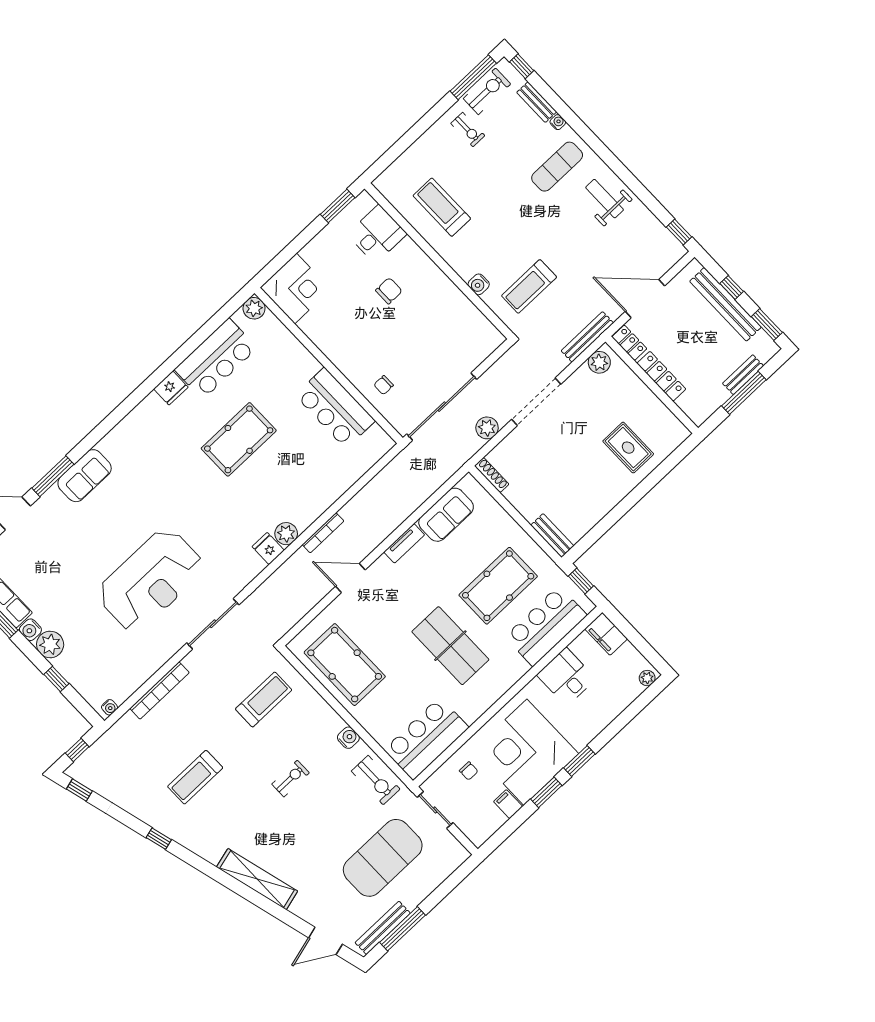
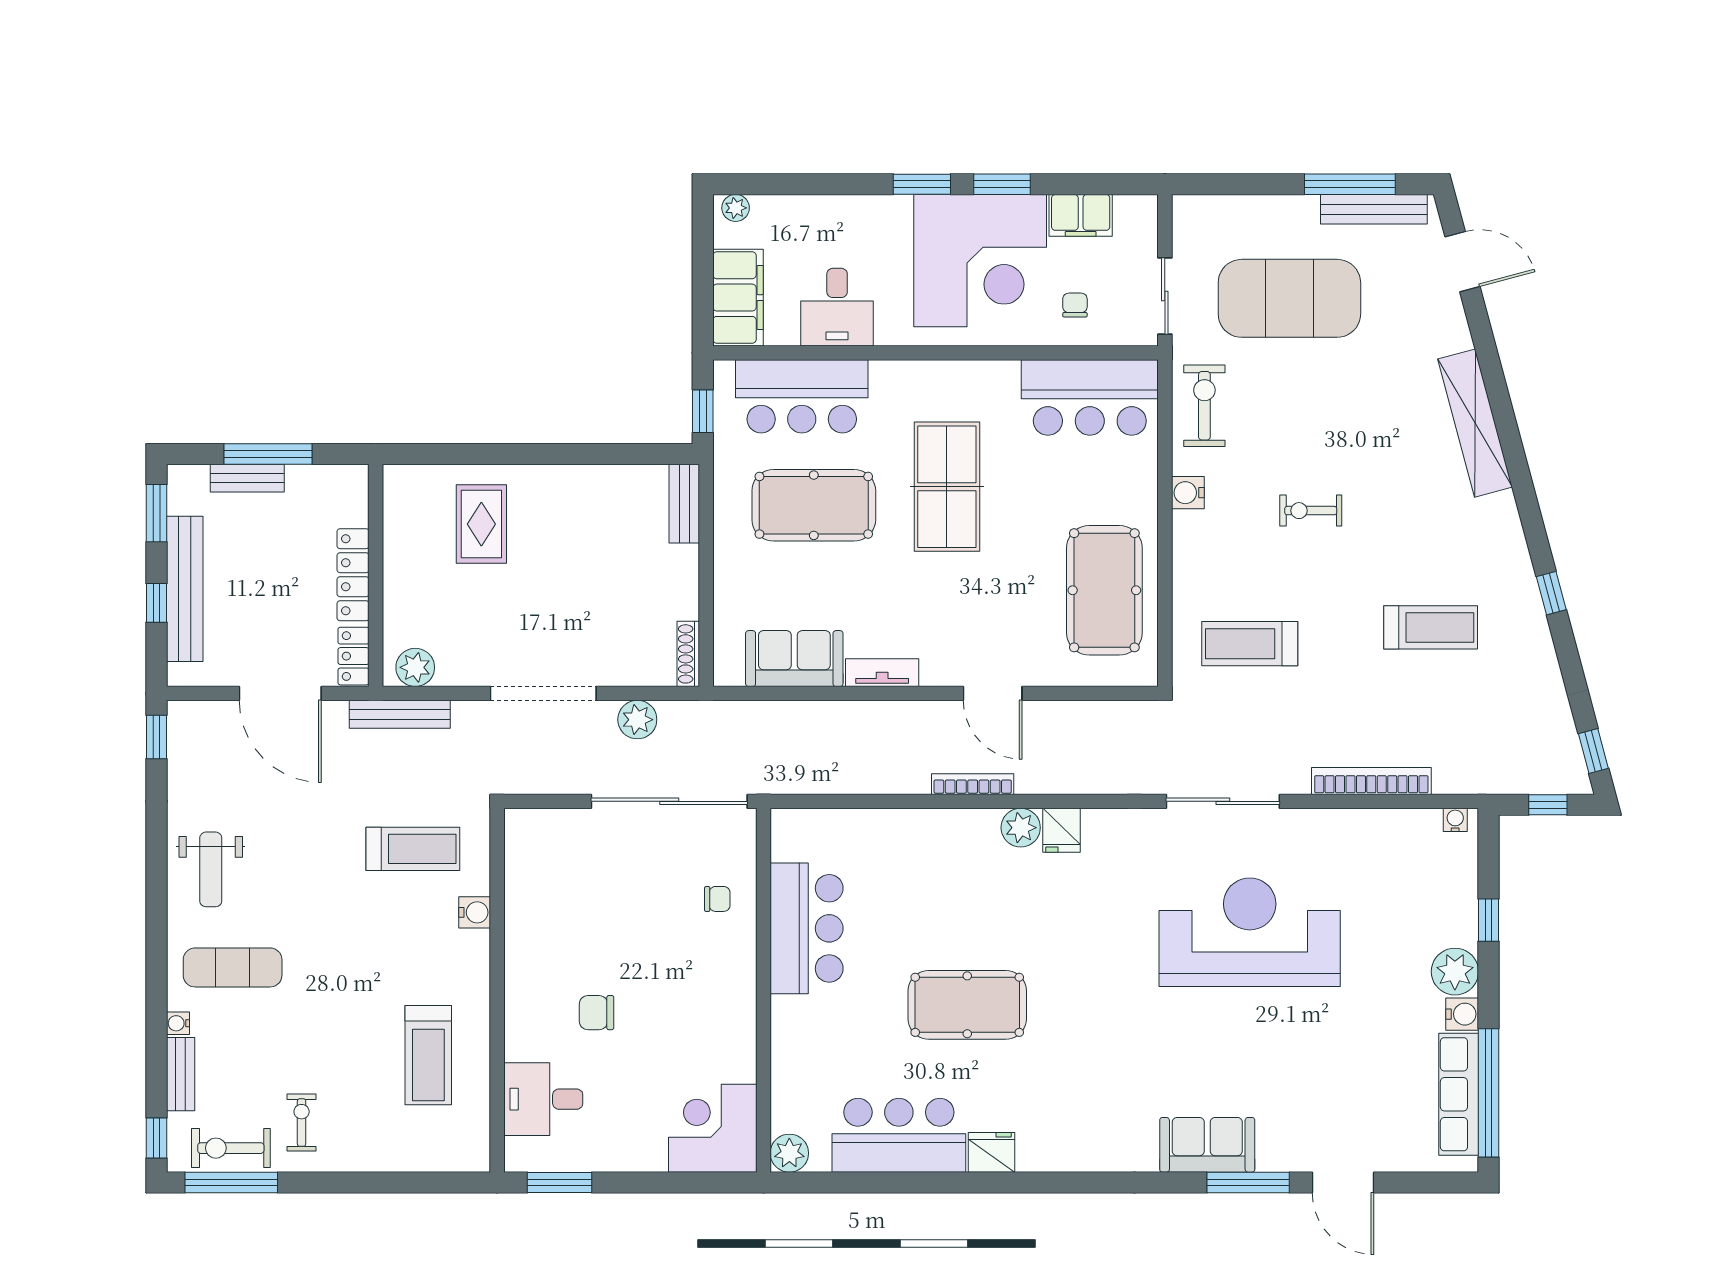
filing cabinet: (606, 634) -> (738, 298), width x1.50, depth x1.17
filing cabinet: (508, 804) -> (1081, 215), width x2.00

